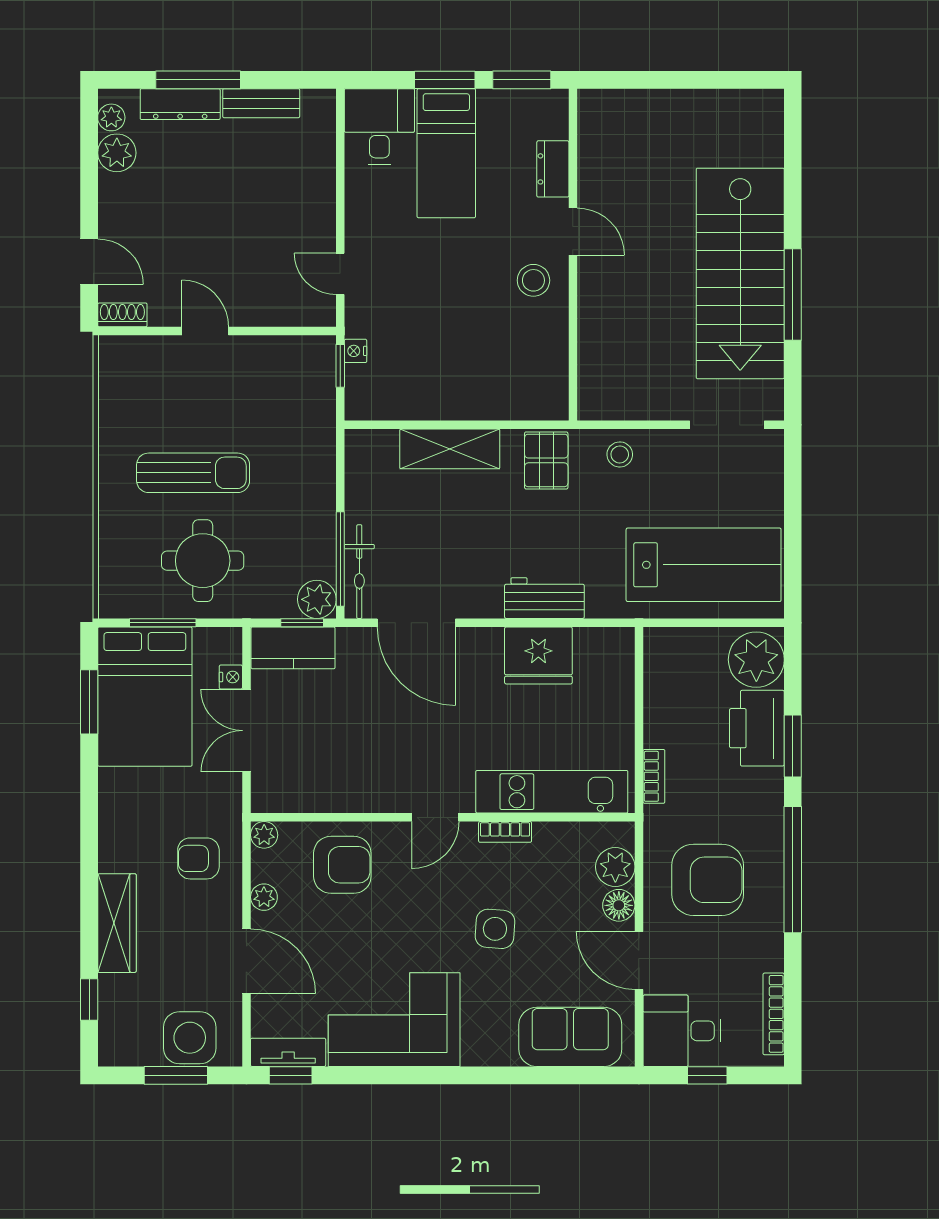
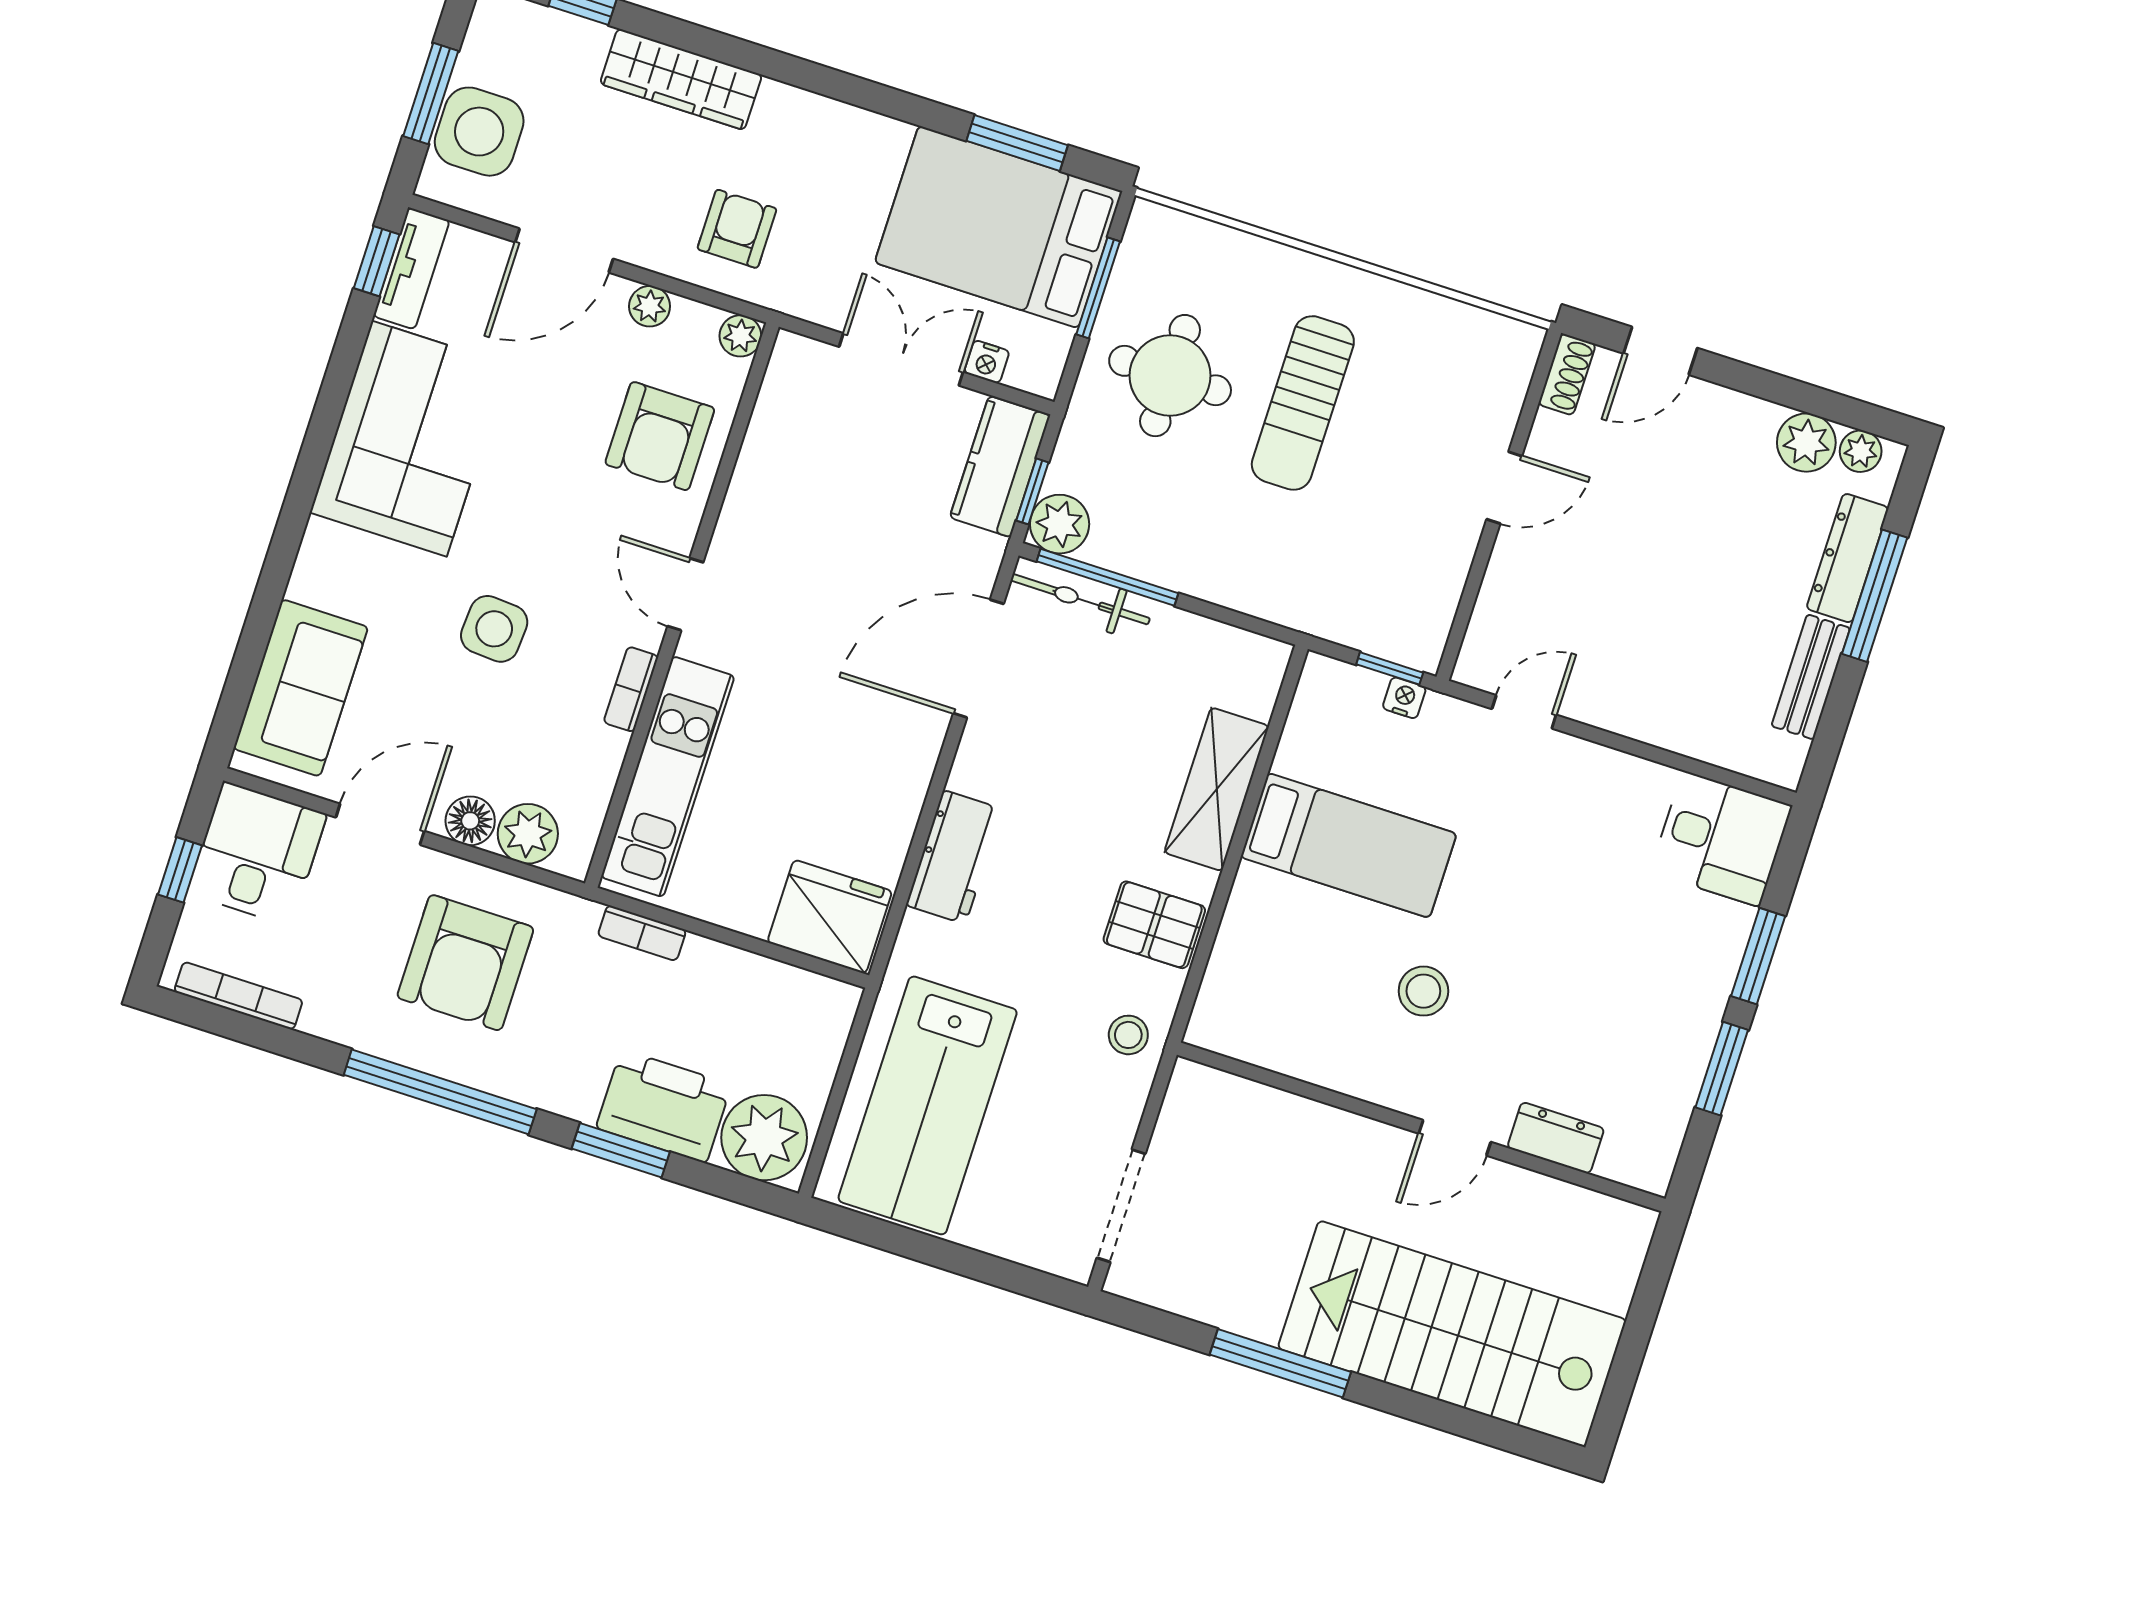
bed: (446, 153) -> (1349, 845), moved, turned 180
dresser: (553, 169) -> (1556, 1138), moved
door: (573, 232) -> (1455, 1138), moved
wall: (573, 255) -> (1421, 1127), moved
stairs: (740, 273) -> (1452, 1334), moved
fridge: (538, 655) -> (830, 917), moved, turned 90

